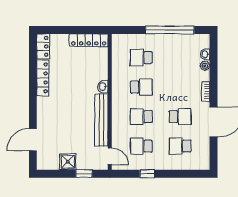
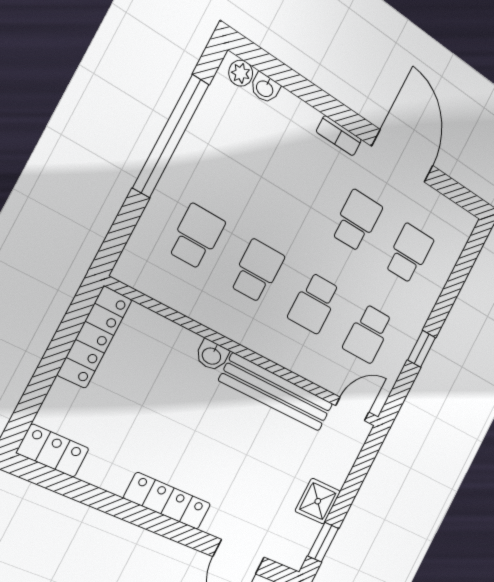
school desk: (141, 58) -> (196, 236), turned 180
plant: (205, 66) -> (241, 73), moved
locker: (43, 78) -> (168, 501), moved
school desk: (180, 146) -> (409, 253), turned 180
window: (84, 174) -> (323, 542), moved

